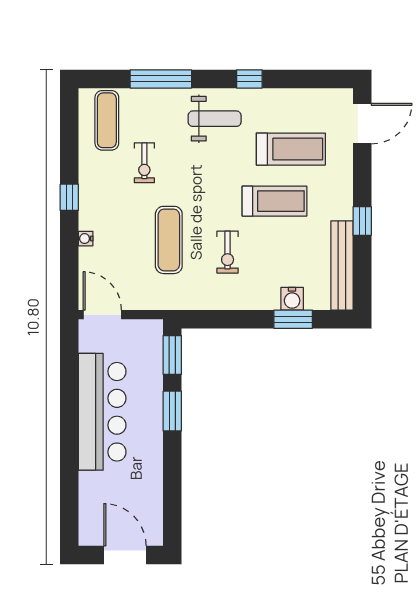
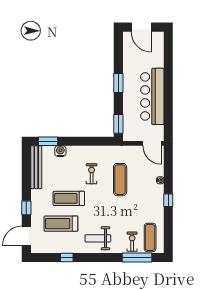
window: (161, 79) -> (137, 258), moved
window: (249, 79) -> (67, 258), moved
exercise bike: (144, 163) -> (132, 242), moved
window: (362, 221) -> (26, 208), moved
window: (293, 319) -> (48, 141), moved
window: (172, 411) -> (118, 83), moved

